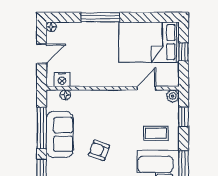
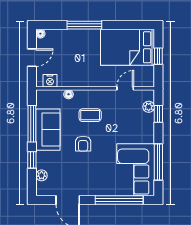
floor lamp: (65, 95) -> (69, 94), moved
plant: (173, 96) -> (149, 107), moved
coffee table: (156, 133) -> (90, 115), moved
armchair: (99, 150) -> (83, 144), turned -110

